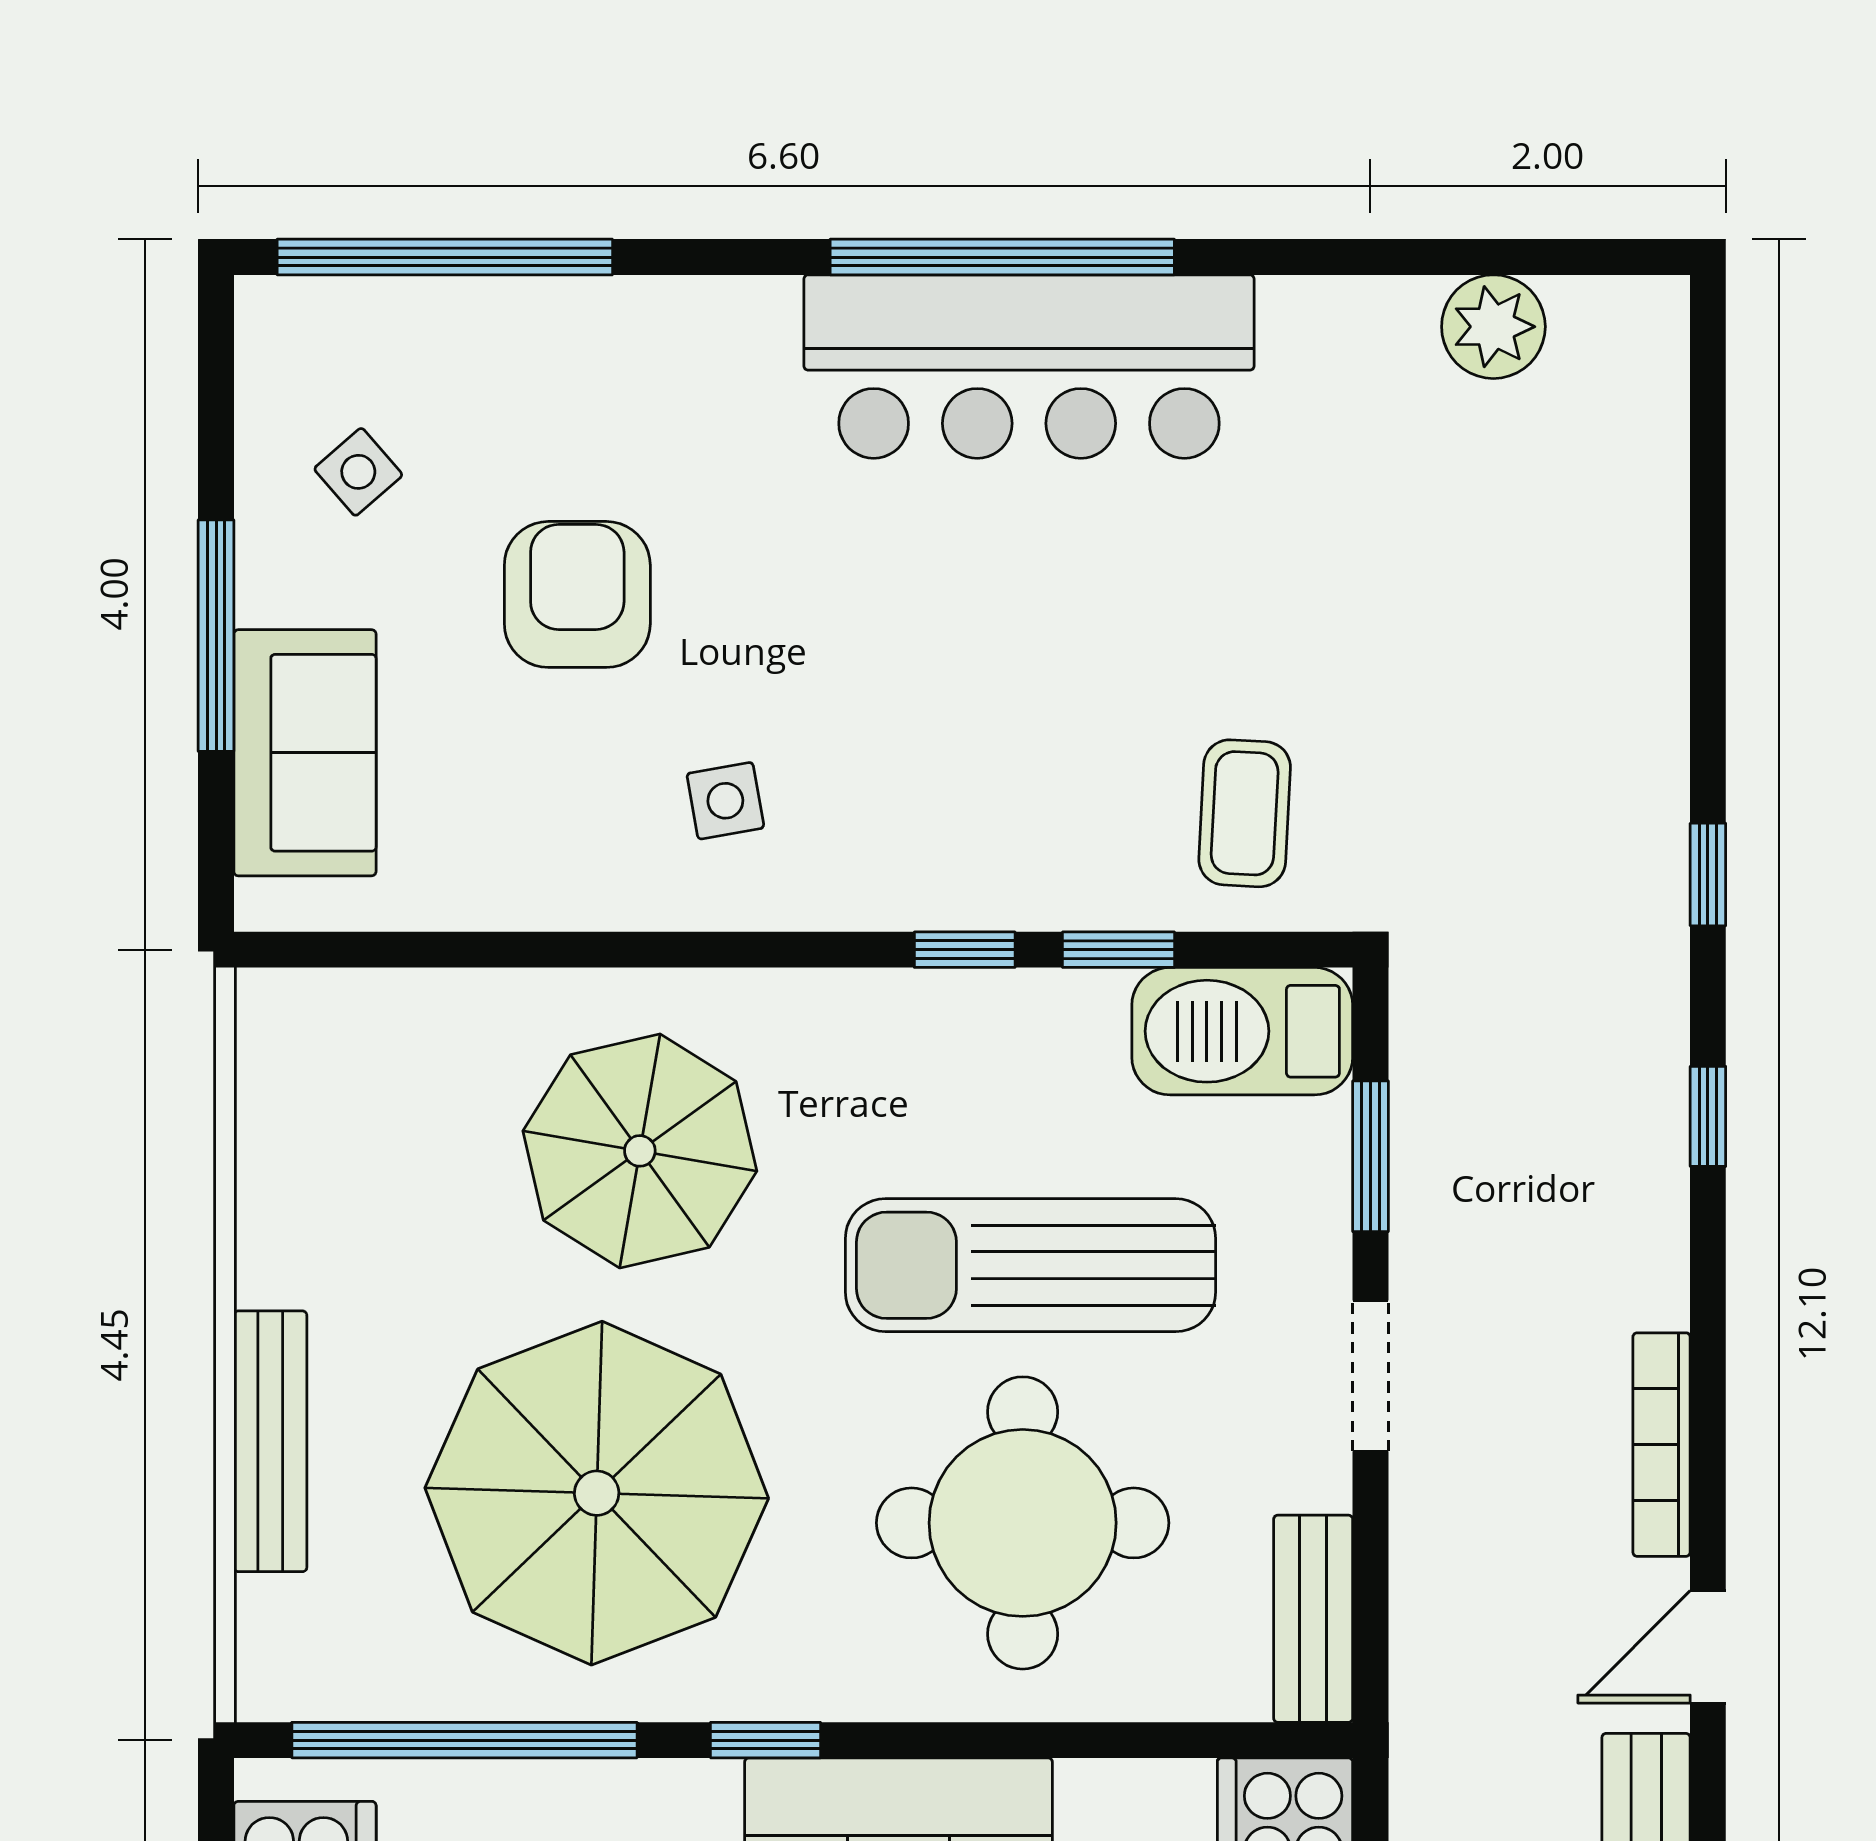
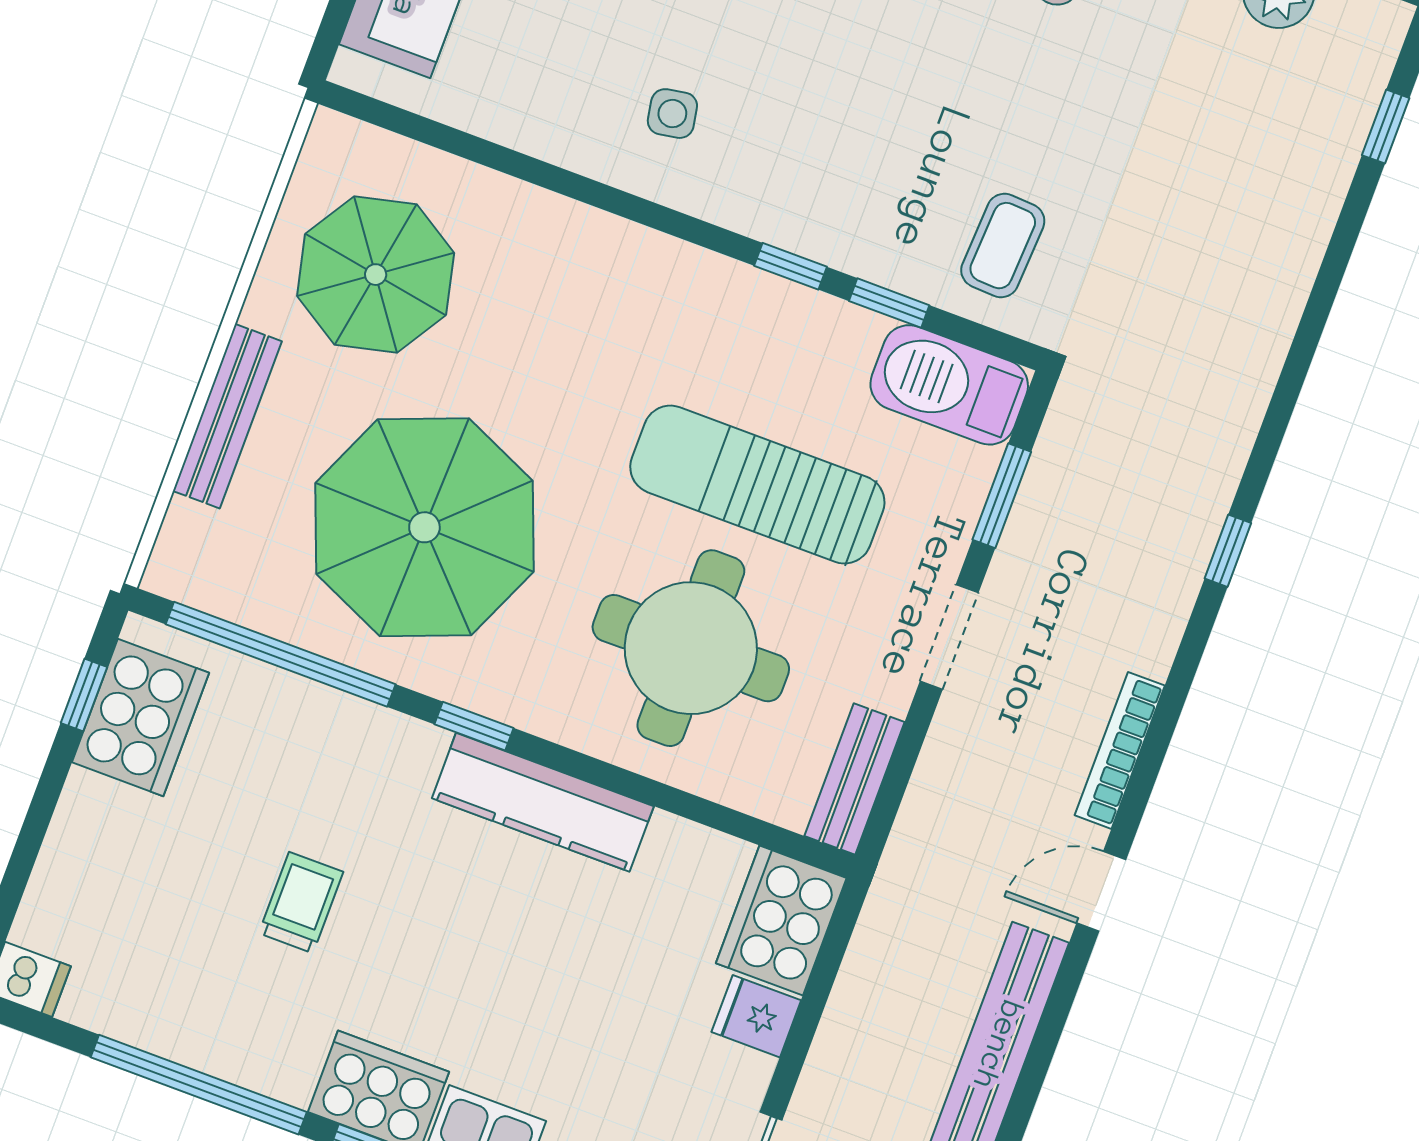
window: (1708, 875) -> (1386, 127), moved
parasol: (640, 1151) -> (376, 275), moved

